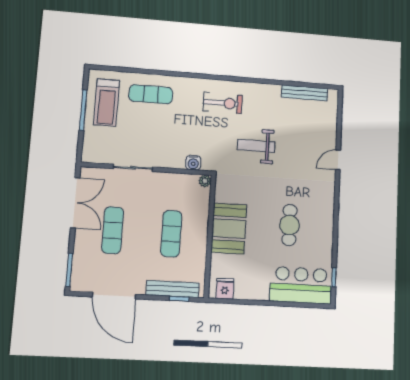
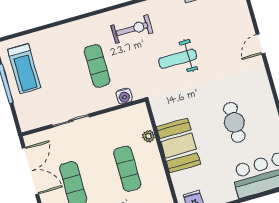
exercise mat: (151, 94) -> (97, 66), moved, turned 90
plant: (205, 181) -> (149, 136), moved

